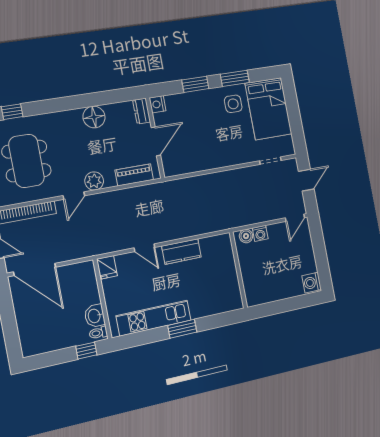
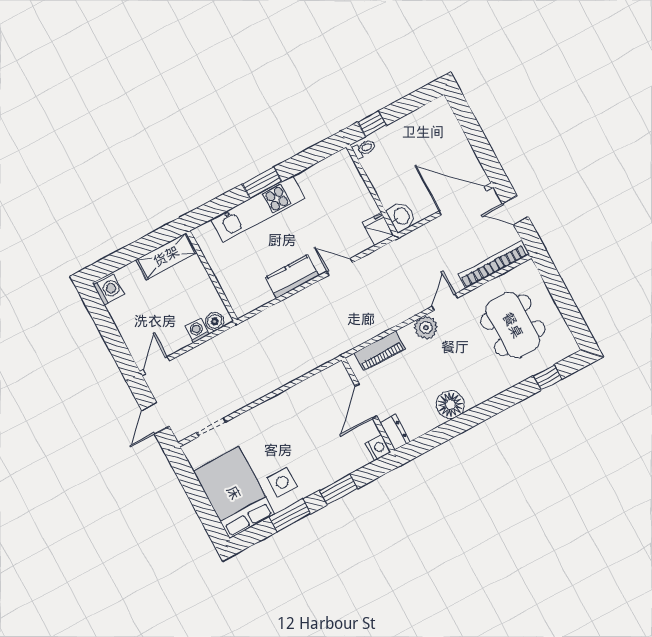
shelving: (266, 294) -> (166, 256), added
washbasin: (95, 316) -> (401, 216), moved
kitchen unit: (154, 318) -> (258, 209), moved

